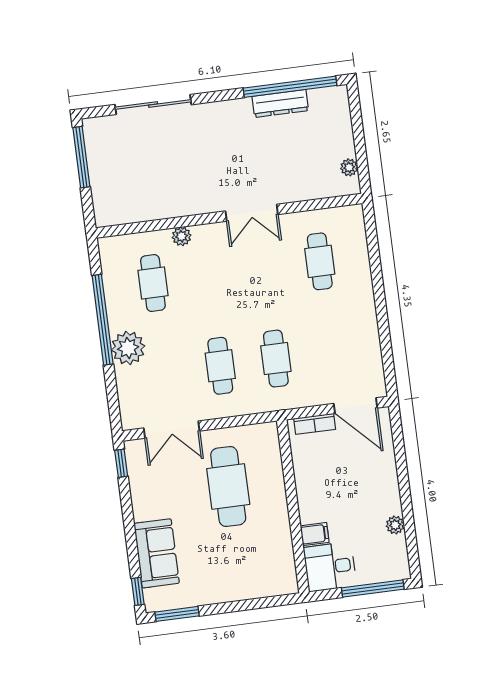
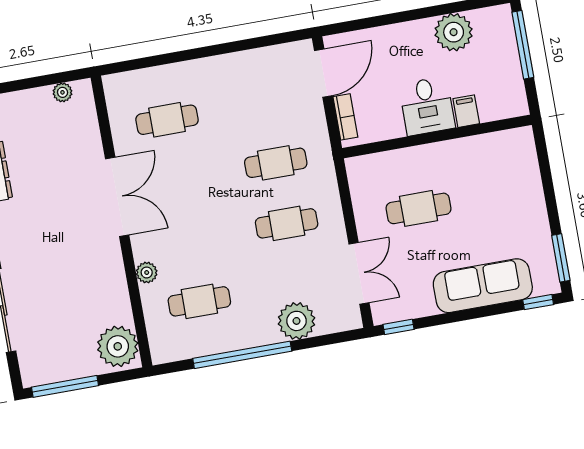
plant: (116, 207) -> (118, 346), added
double door: (252, 213) -> (117, 197), width x1.37
plant: (128, 348) -> (296, 321), moved
cafe table: (228, 486) -> (418, 208), width x0.73, depth x0.74
plant: (395, 525) -> (454, 32), width x1.87, depth x1.87
sofa: (157, 553) -> (483, 286), width x1.36
desk: (330, 567) -> (427, 106), moved

